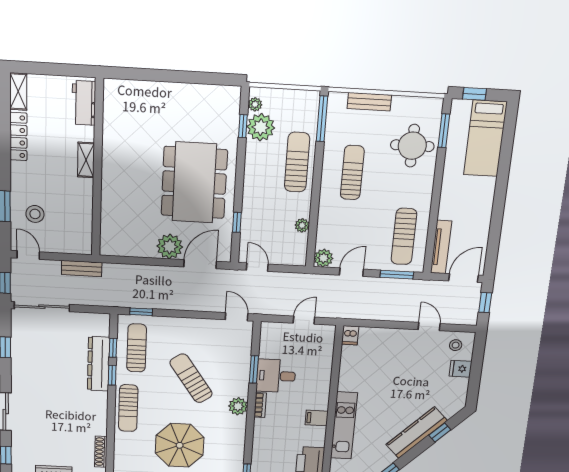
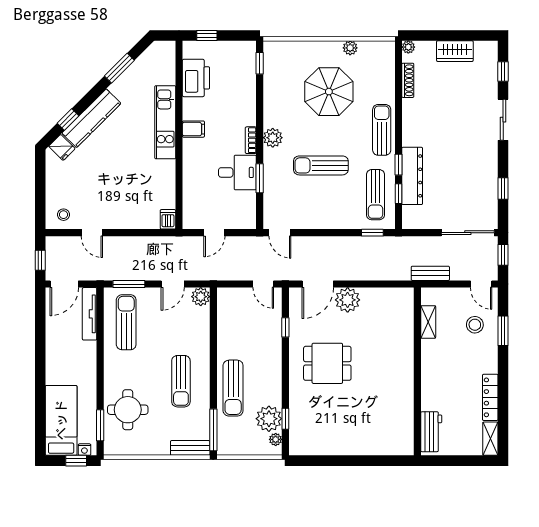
bench: (369, 102) -> (190, 448), moved
nightstand: (464, 105) -> (84, 450), added
shelving: (86, 160) -> (428, 322), moved
dining table: (194, 183) -> (327, 363), width x0.53, depth x0.80
plant: (302, 225) -> (224, 328), removed
fridge: (461, 369) -> (62, 147), moved, turned 45
sun lounger: (191, 378) -> (321, 165), turned 125

